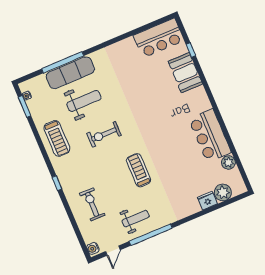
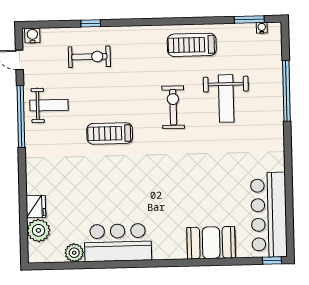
bar counter: (159, 38) -> (269, 215), width x1.36
window: (191, 50) -> (272, 261), moved
exercise mat: (70, 73) -> (269, 95), removed
treadmill: (139, 170) -> (110, 133), turned 180
window: (57, 183) -> (91, 23), moved
weight bench: (136, 219) -> (49, 105), turned -90

